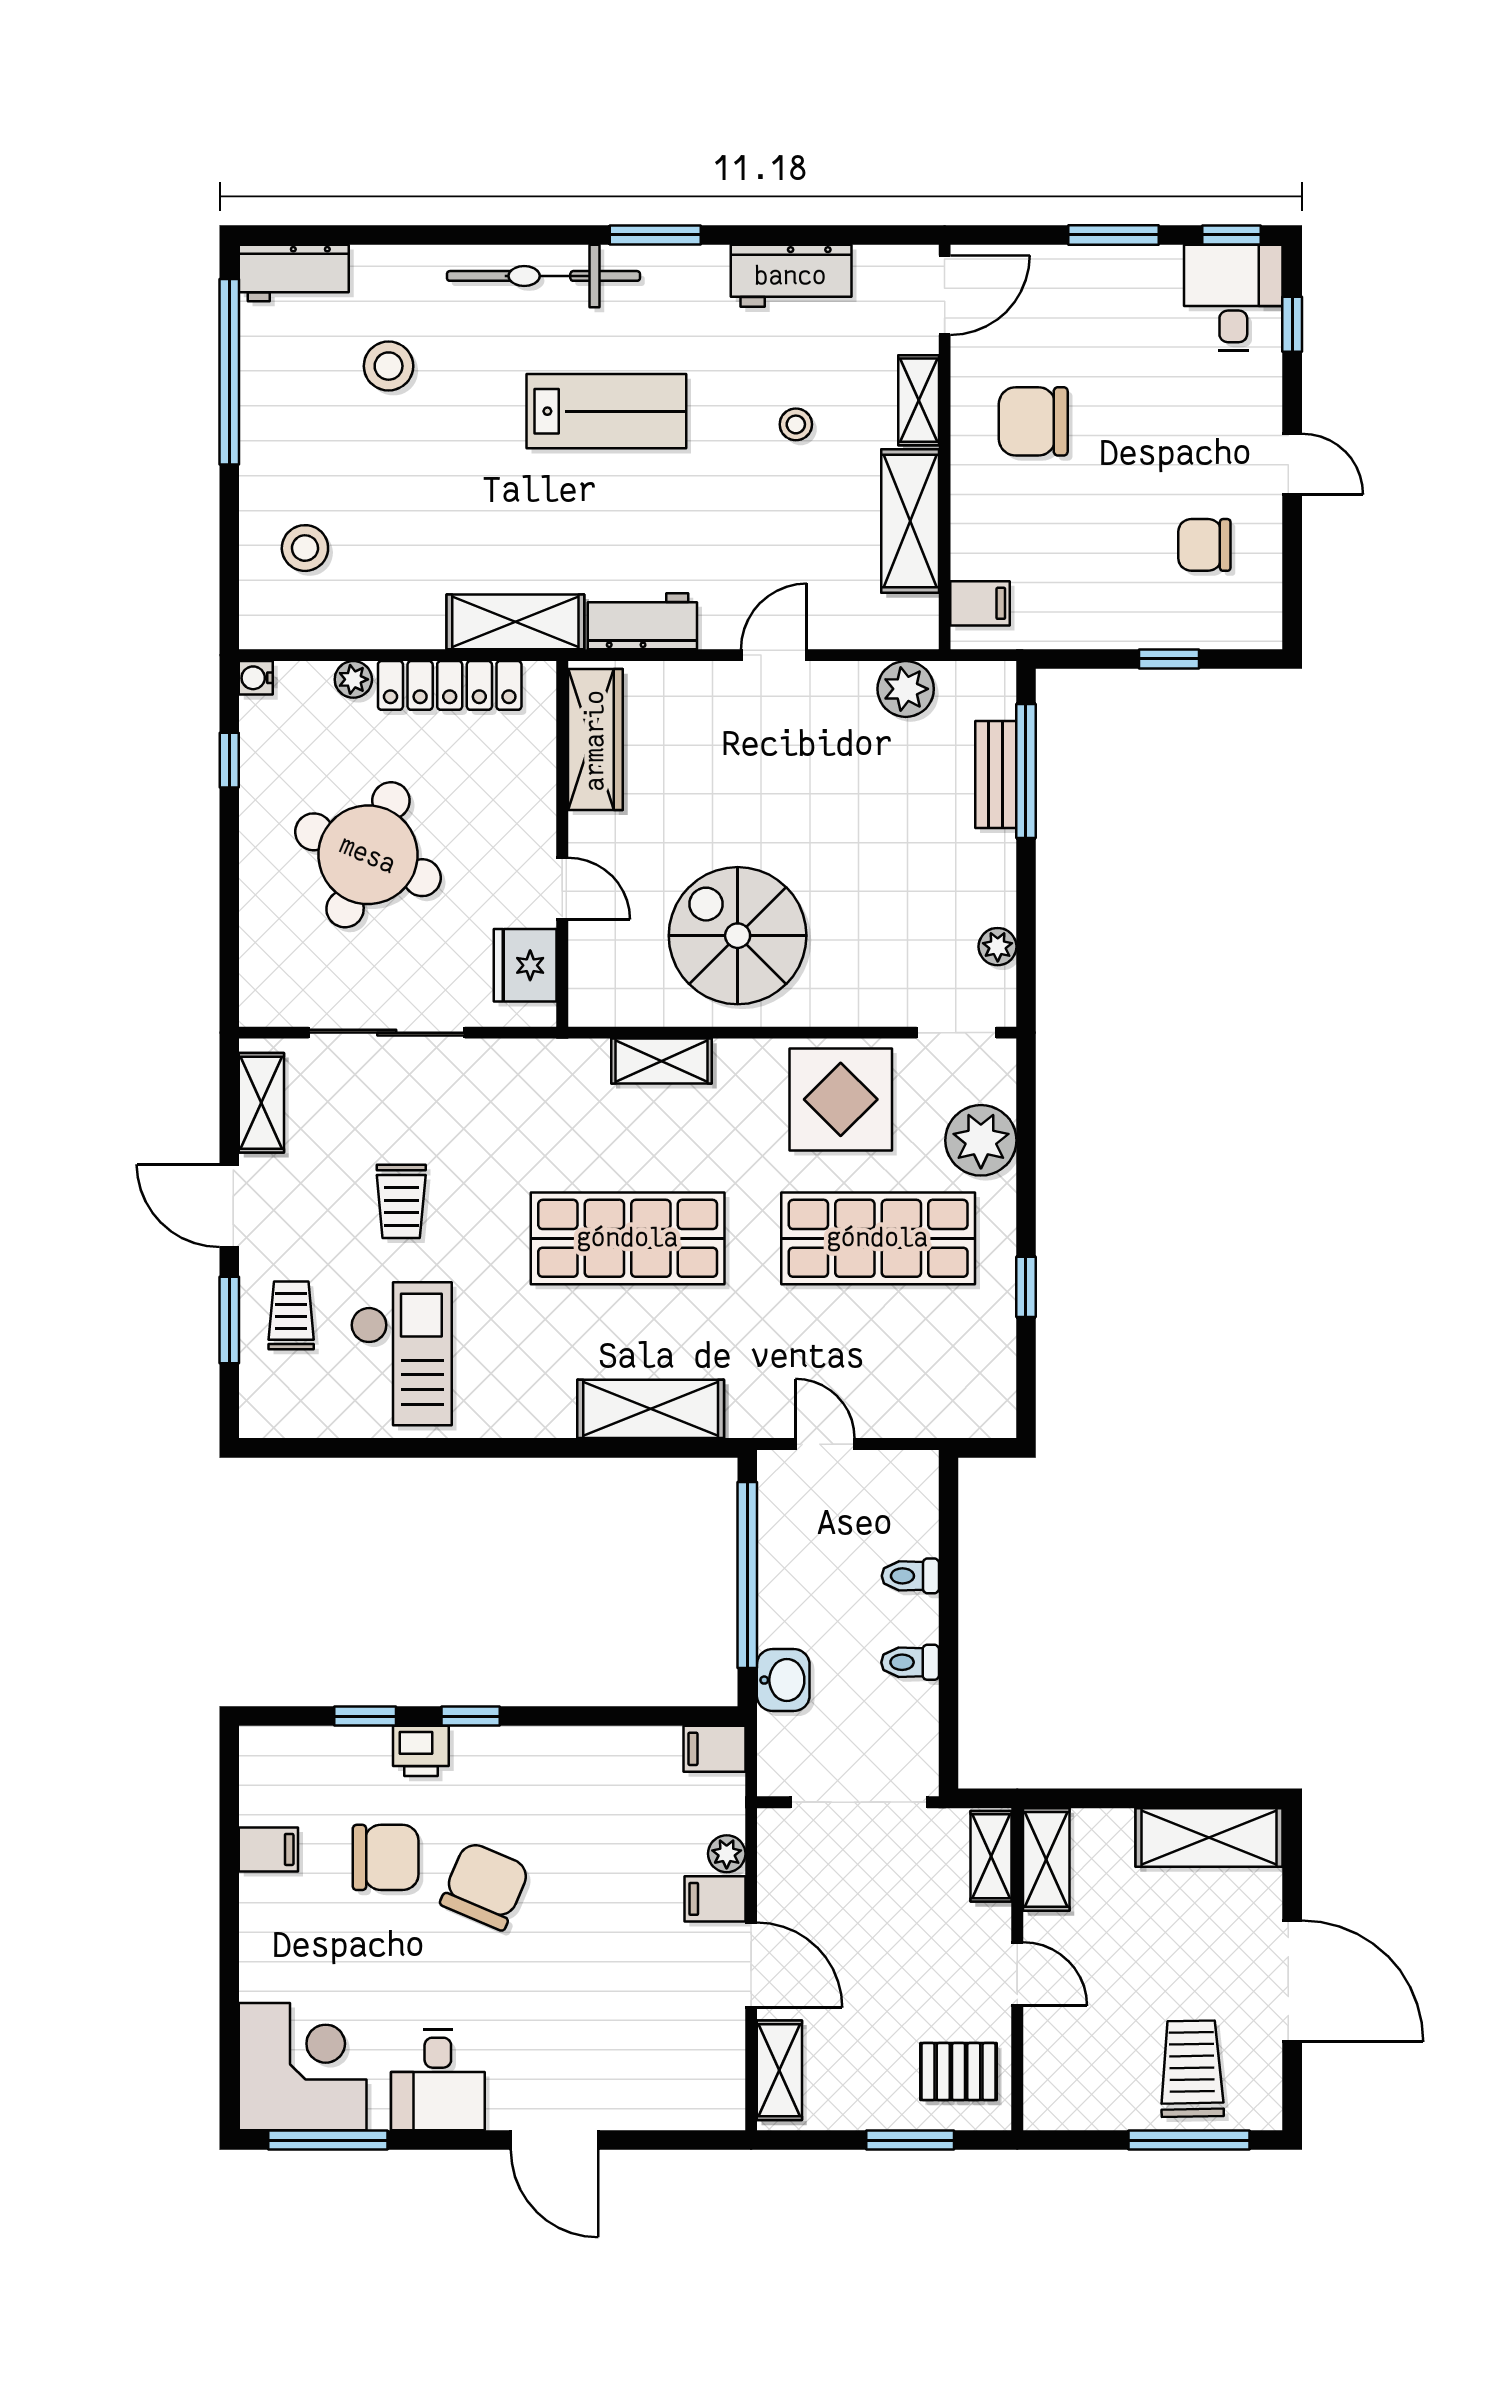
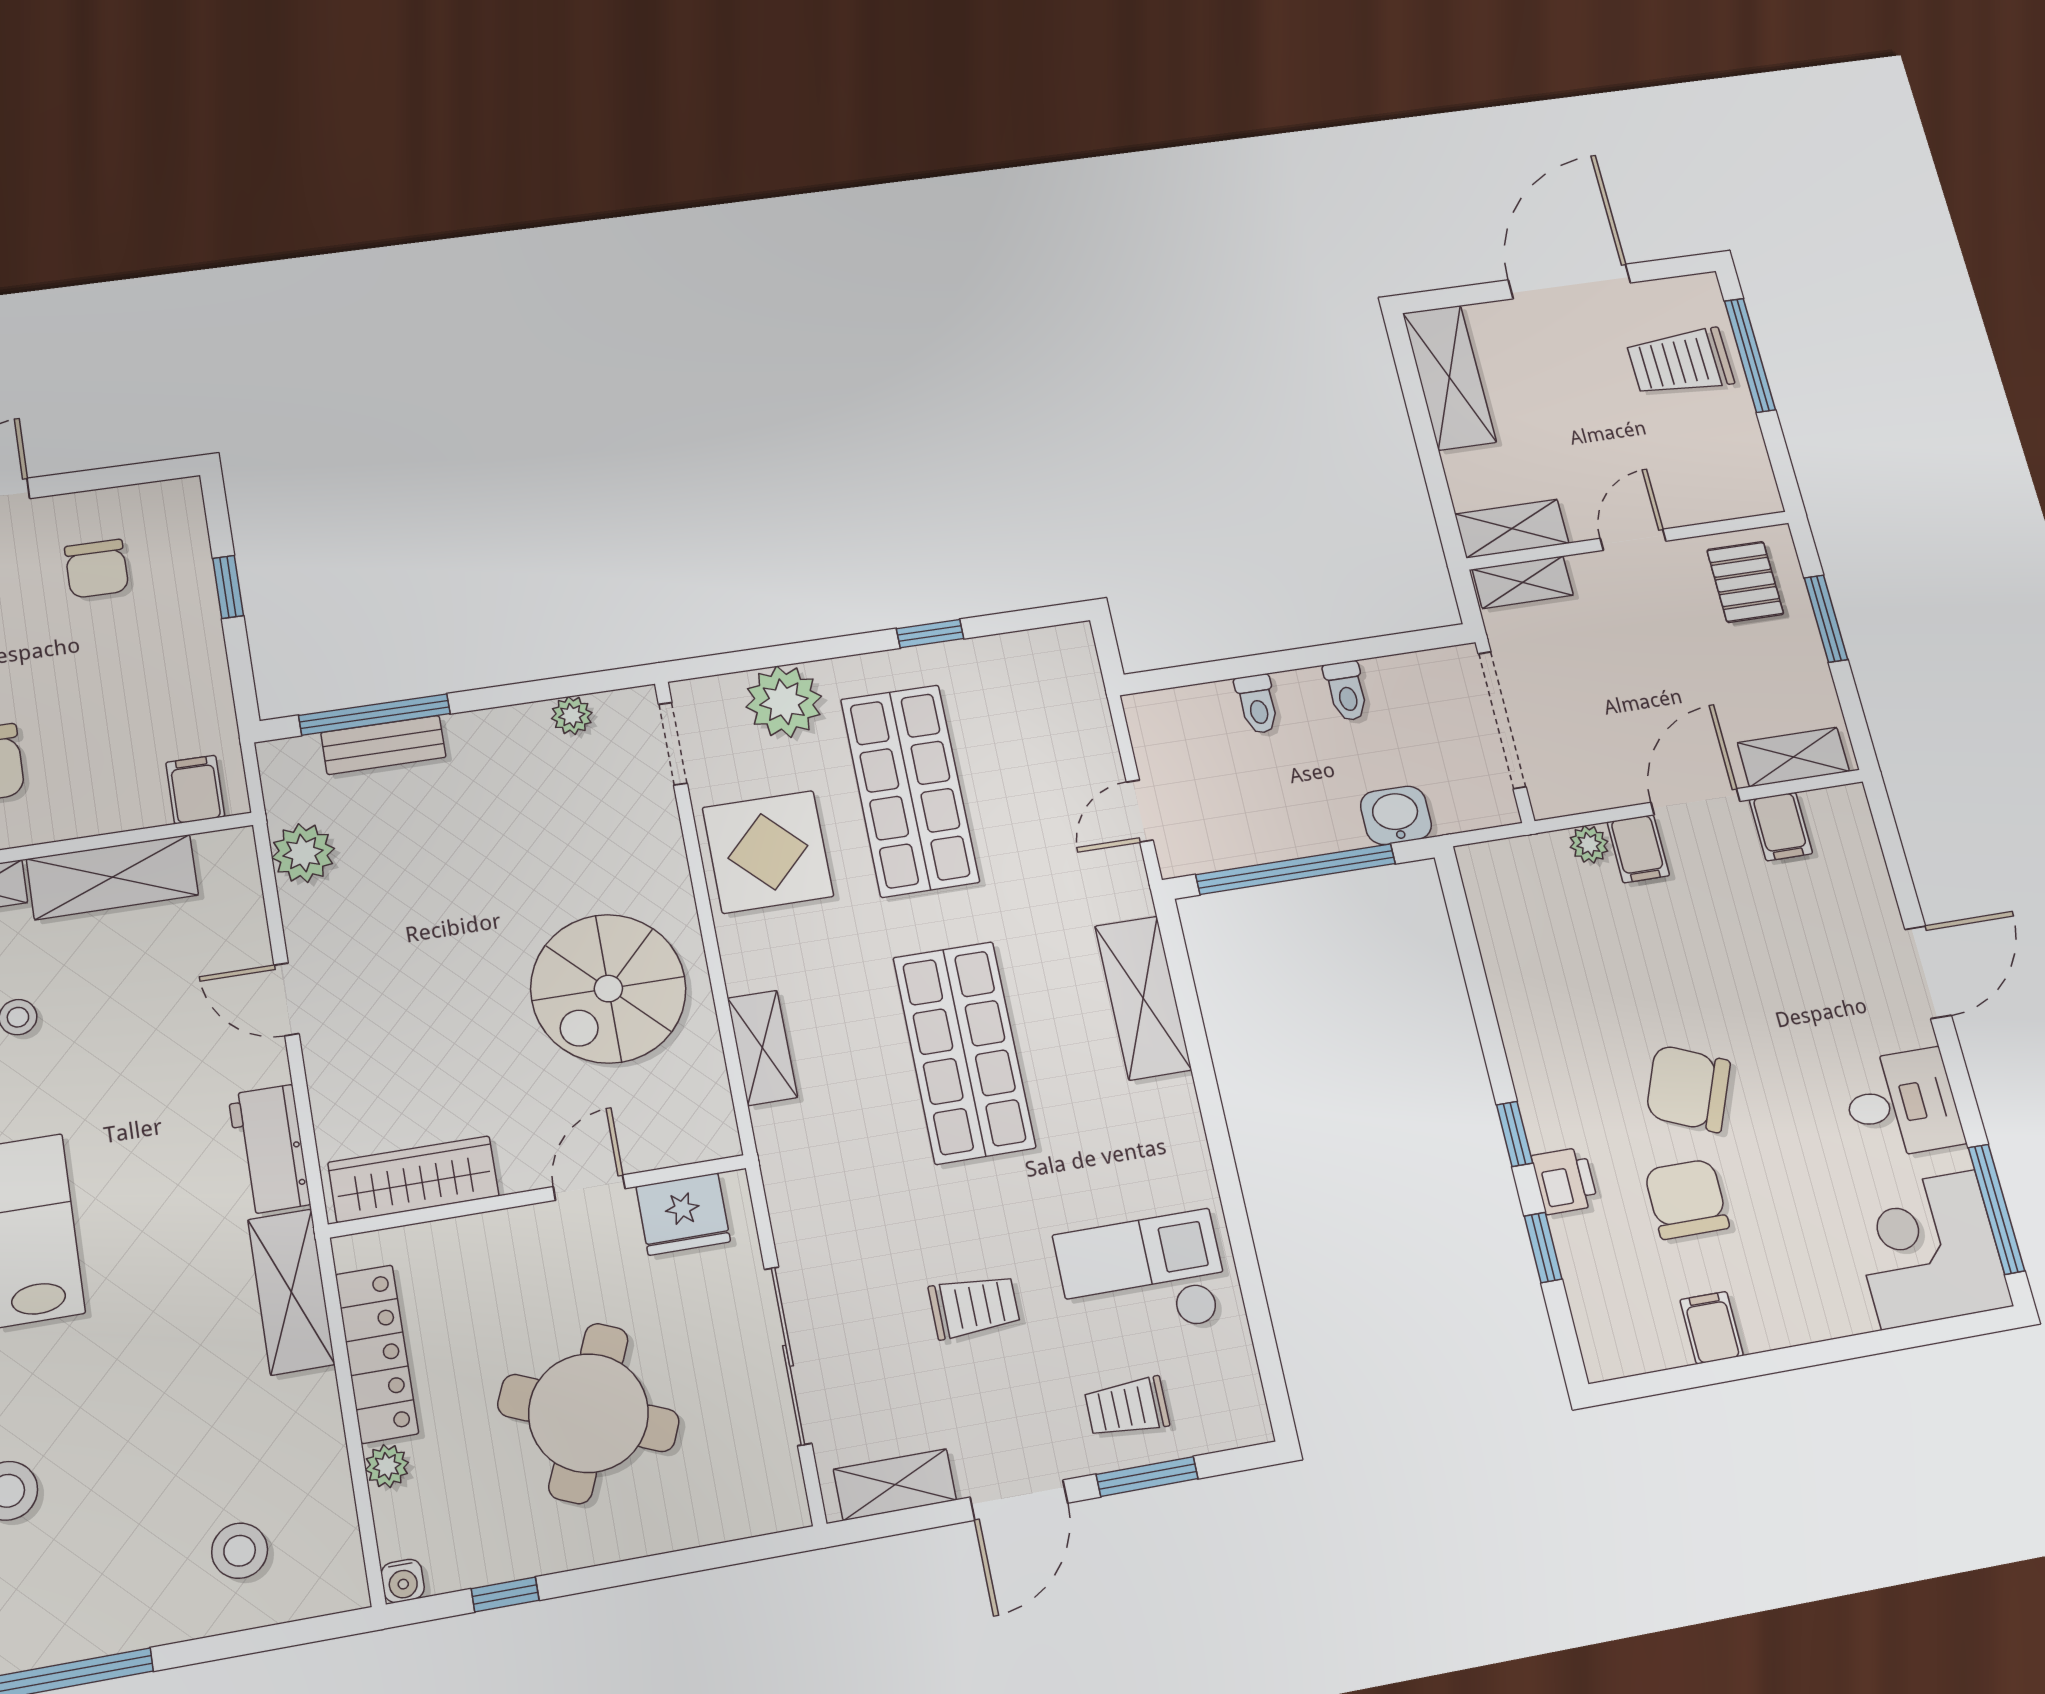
filing cabinet: (714, 1749) -> (1781, 827), moved

